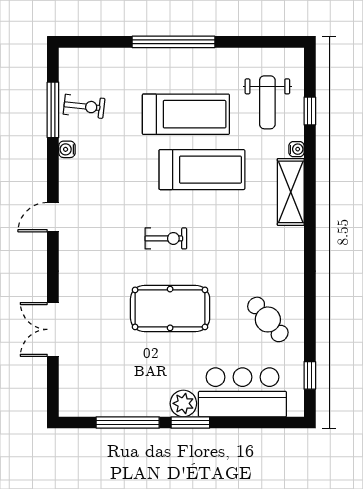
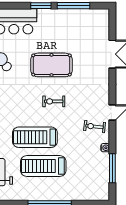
exercise bike: (84, 106) -> (95, 126), moved
plant: (183, 403) -> (45, 16), removed

